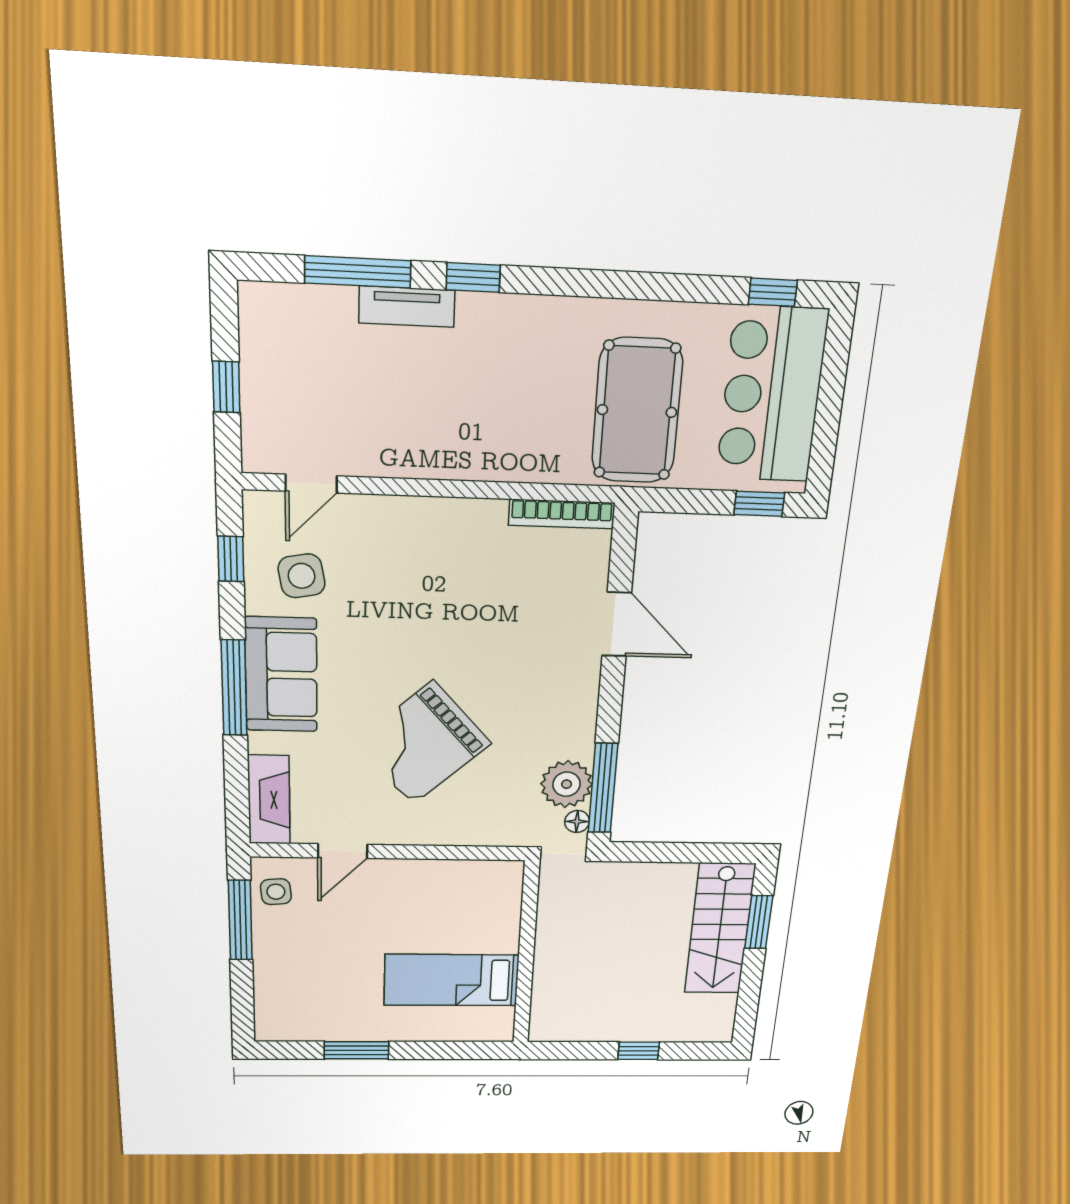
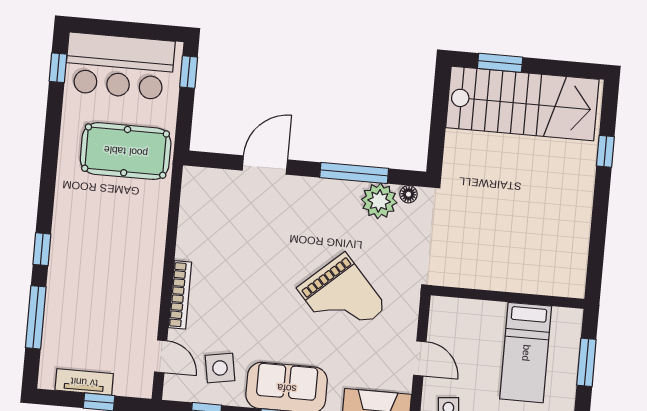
tv unit: (407, 307) -> (84, 382), moved, turned -90
bookcase: (562, 514) -> (180, 295), moved
window: (603, 788) -> (354, 173), moved
stairs: (720, 929) -> (522, 103), width x1.36, depth x1.51
wall: (526, 954) -> (508, 297), moved
bed: (451, 980) -> (526, 353), moved

